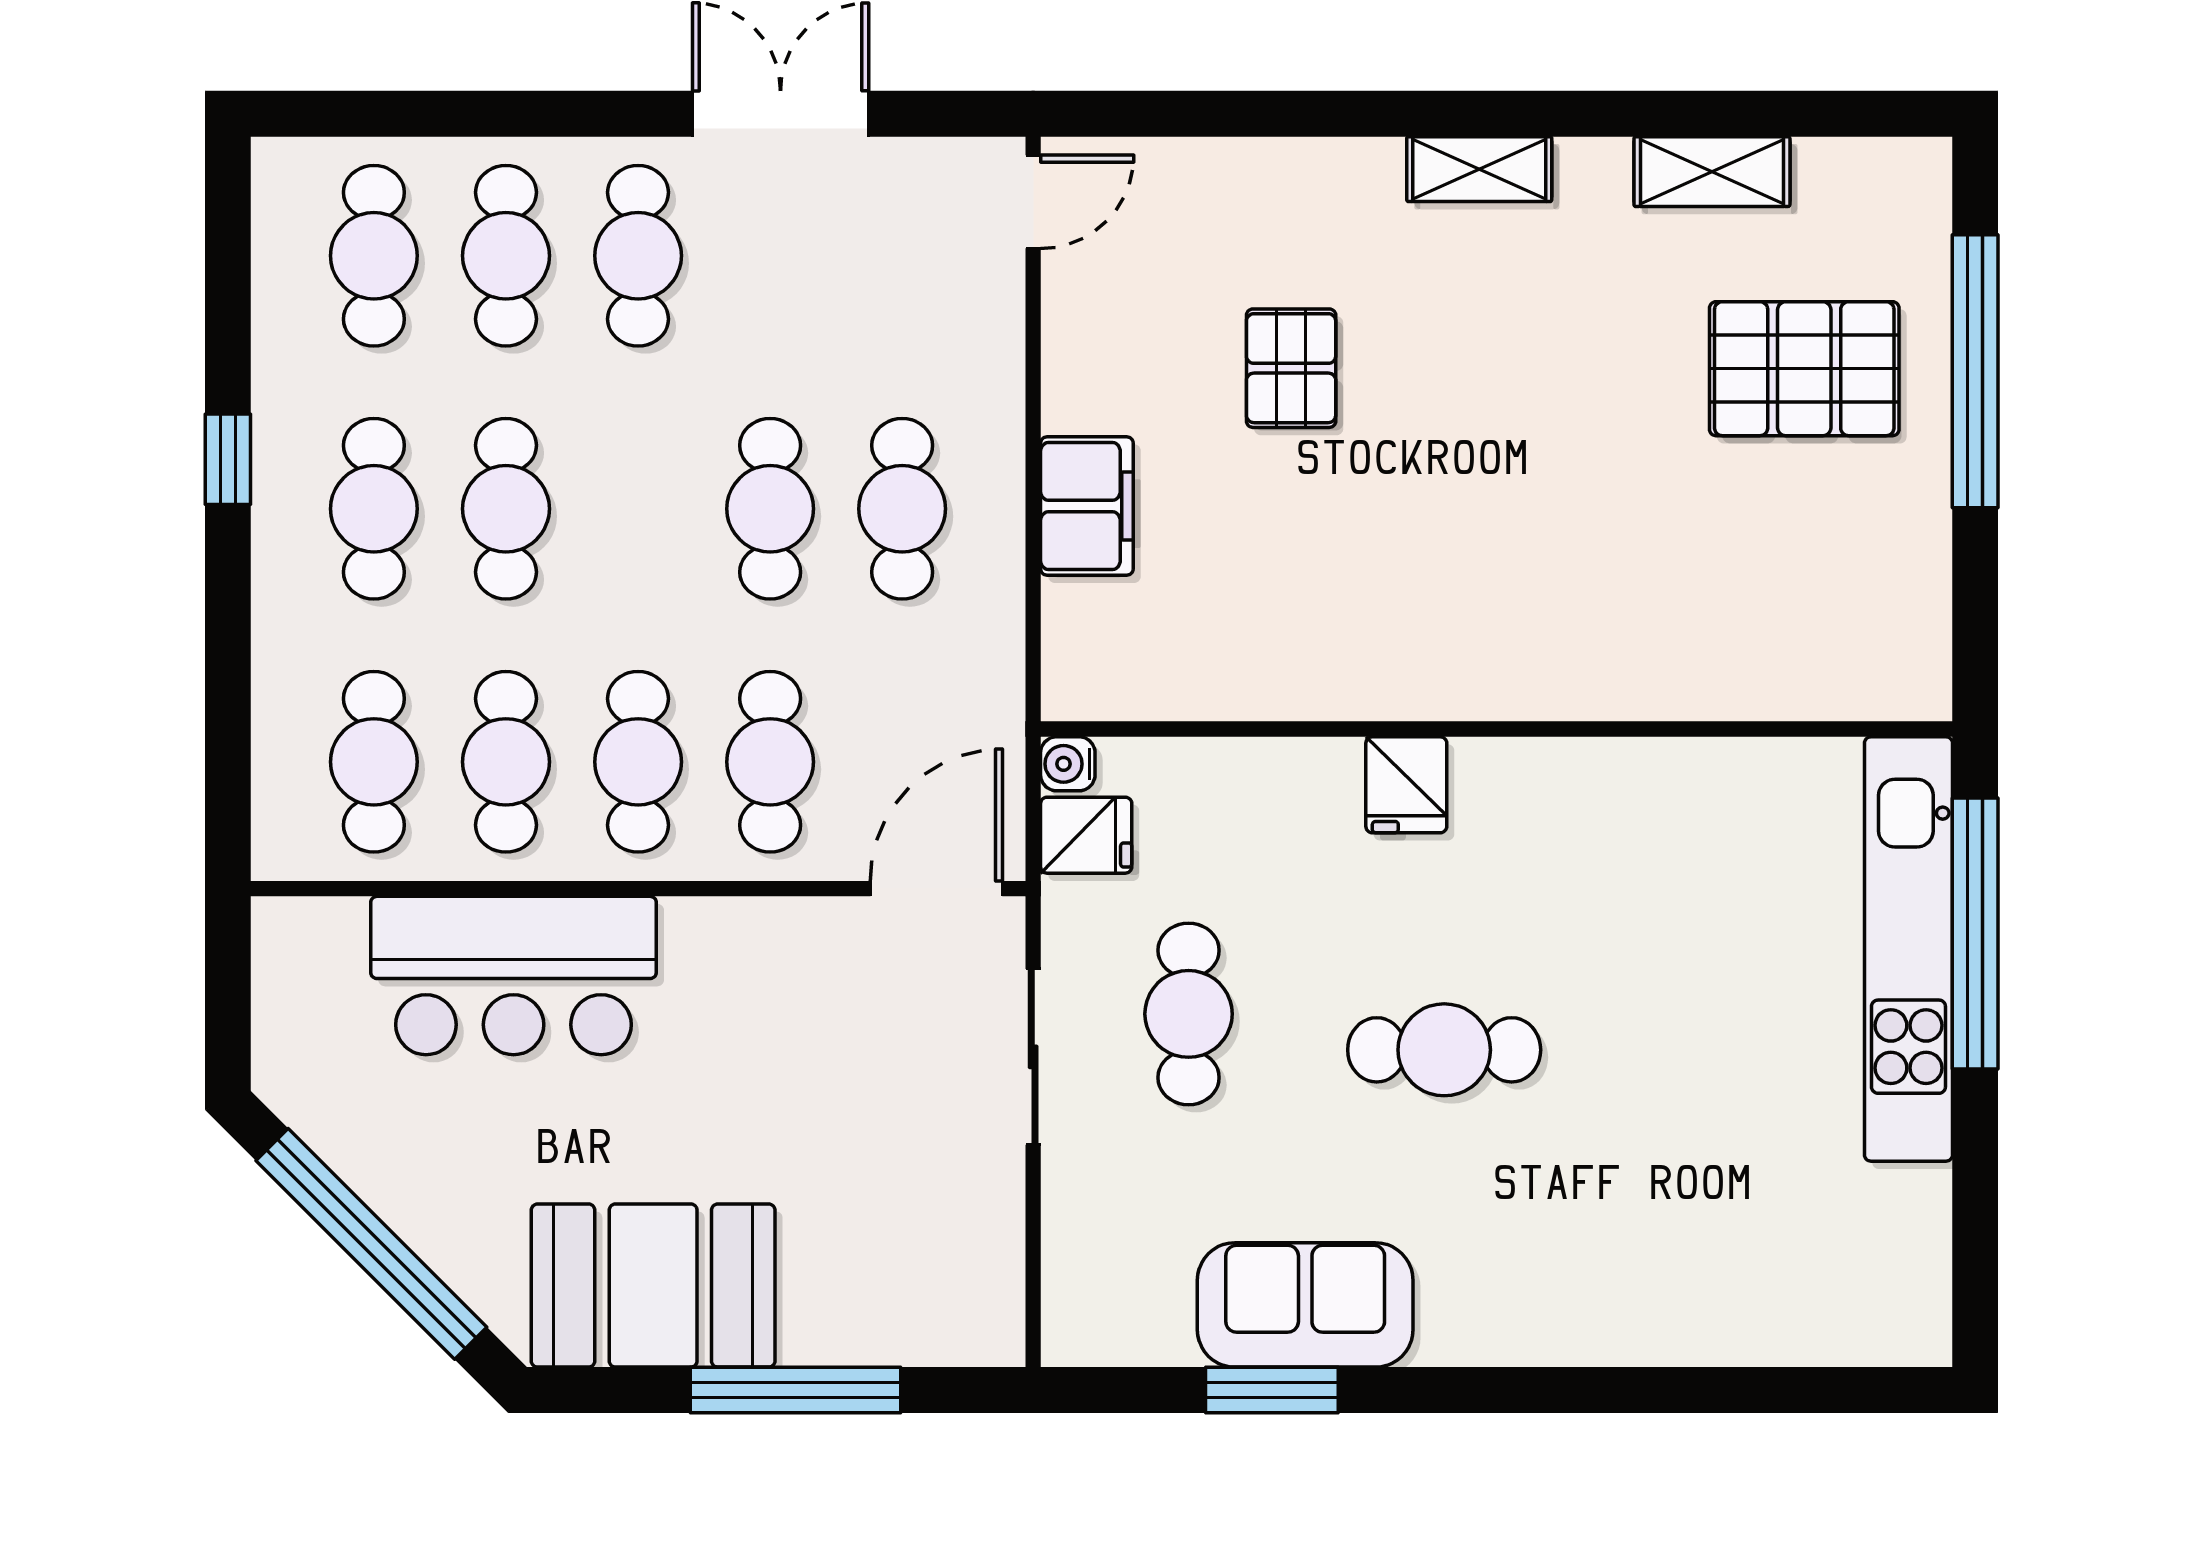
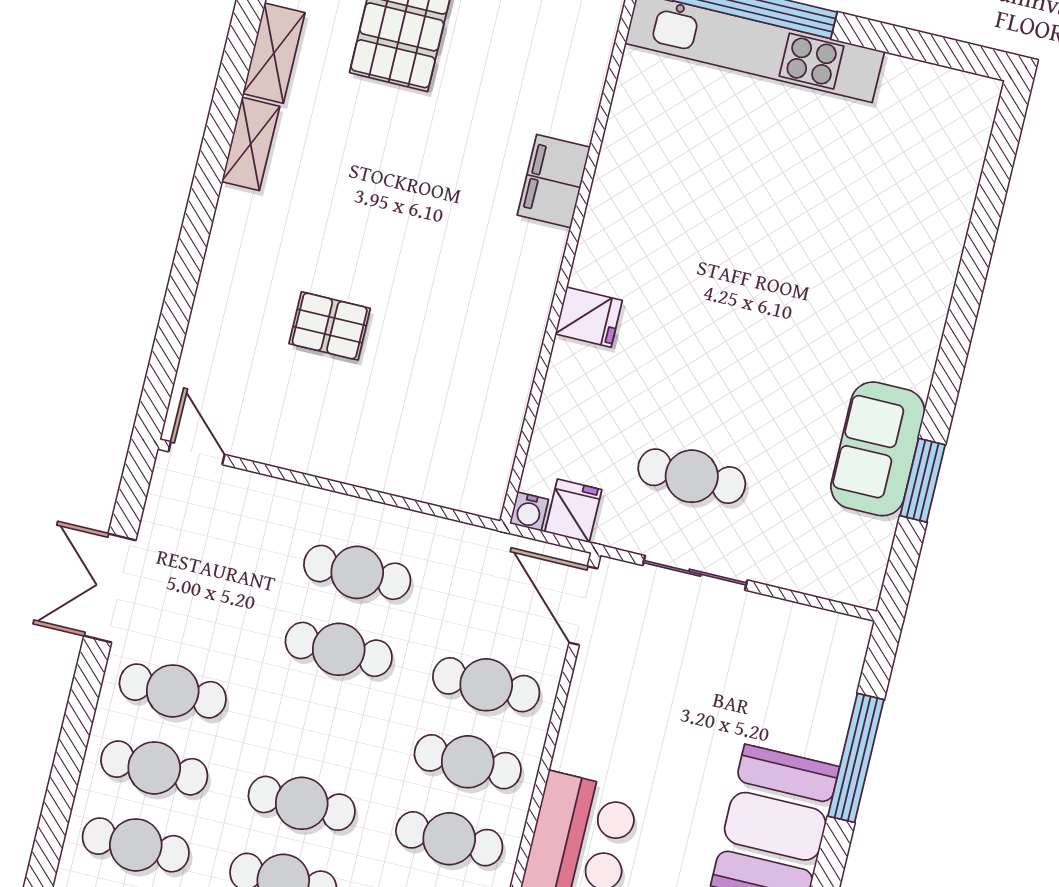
shelving: (1479, 169) -> (251, 144), moved
filing cabinet: (1087, 506) -> (554, 181), moved, turned -90
cafe table: (1444, 1050) -> (748, 332), removed

